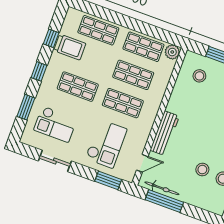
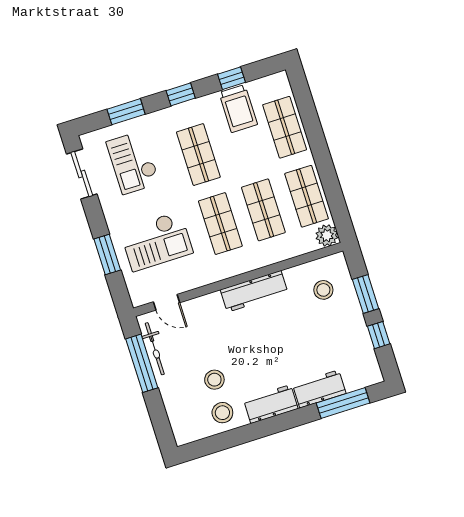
workbench: (165, 133) -> (254, 291), moved
sliding door: (55, 161) -> (82, 174), moved
window: (108, 180) -> (107, 255), moved

